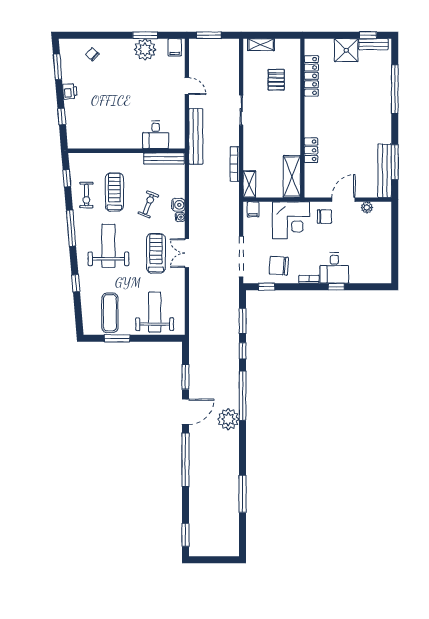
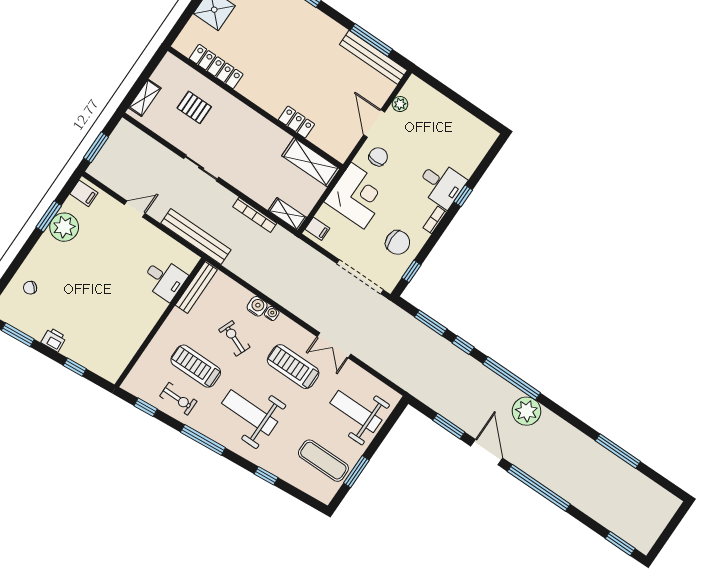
double door: (187, 253) -> (334, 345), moved
chair: (279, 266) -> (398, 242), turned -94

